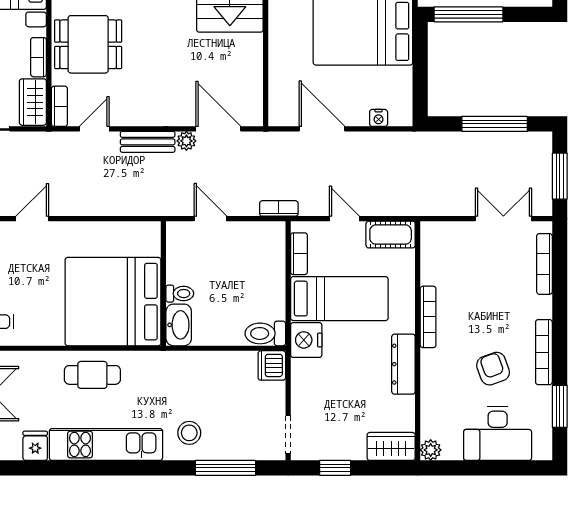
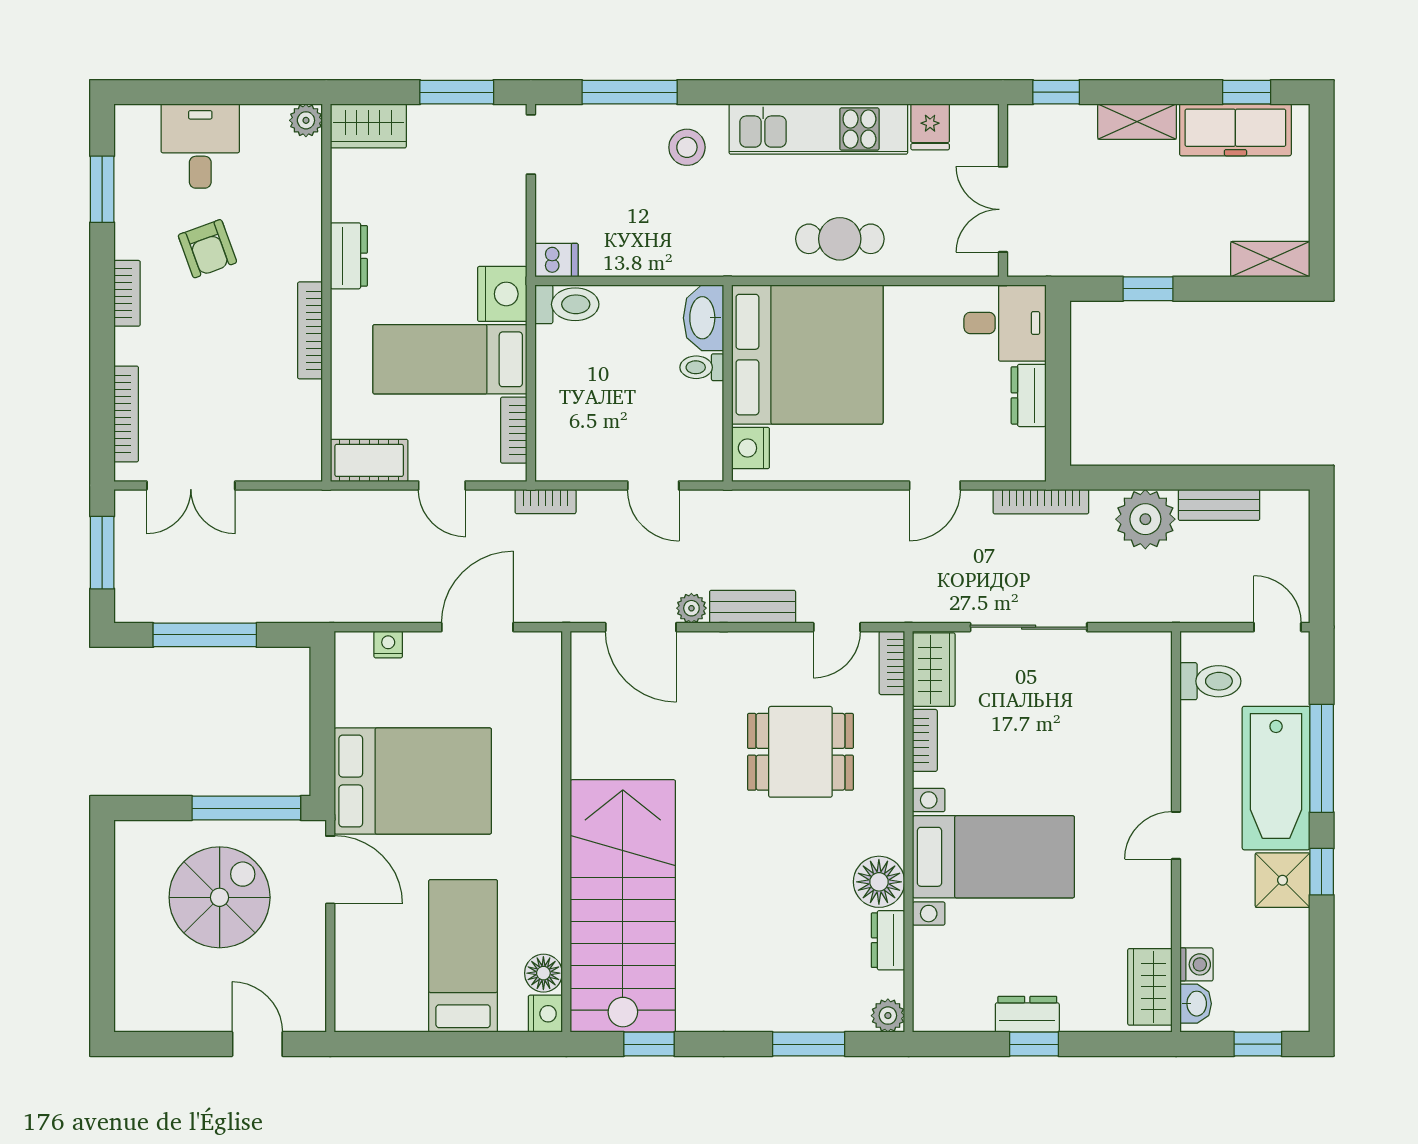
dining table: (88, 44) -> (800, 752), moved
door: (322, 129) -> (477, 627), swing flipped
nightstand: (149, 242) -> (750, 448), added
bookcase: (544, 352) -> (127, 293), width x0.64
dresser: (403, 364) -> (349, 256), width x0.70
dishwasher: (272, 365) -> (557, 260), width x0.73
desk: (498, 434) -> (200, 146), width x0.73
window: (335, 468) -> (457, 92), width x1.50

